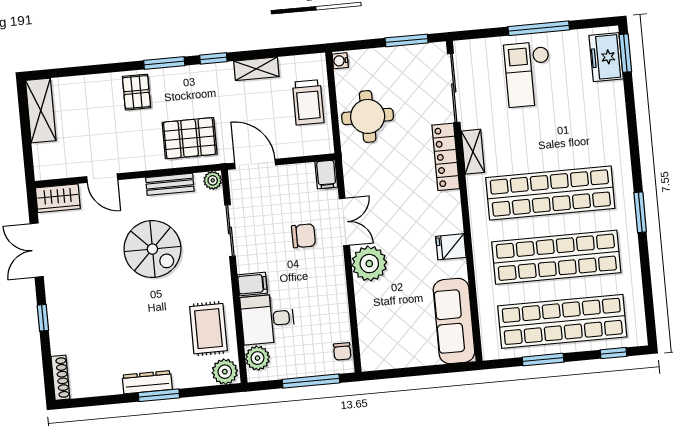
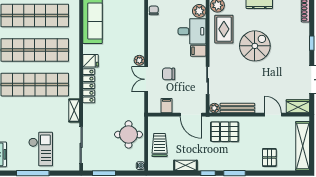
pallet: (136, 92) -> (269, 157), moved
shelving: (41, 110) -> (303, 146), width x1.47
locker: (446, 157) -> (89, 86), moved
filing cabinet: (326, 174) -> (167, 106), moved
bench: (170, 184) -> (237, 108), width x1.36
spiral stairs: (152, 249) -> (255, 46), moved, turned 90
plant: (369, 264) -> (139, 60), width x0.53, depth x0.53

